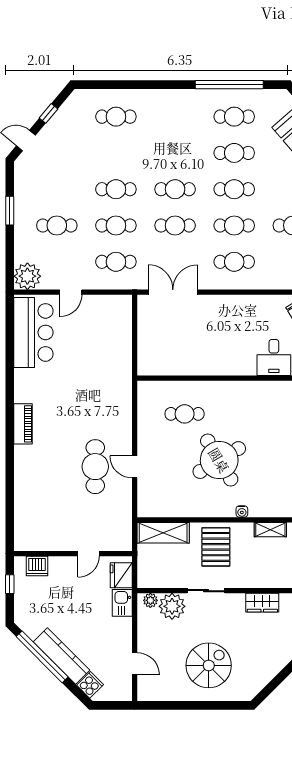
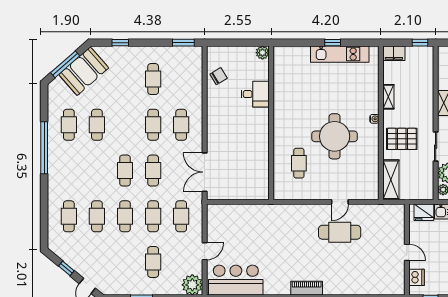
window: (229, 85) -> (44, 148), moved
cafe table: (234, 189) -> (97, 216), moved
door: (71, 292) -> (205, 251), hinge flipped
round table: (219, 460) -> (335, 136), turned 31
door: (88, 554) -> (407, 252), moved

